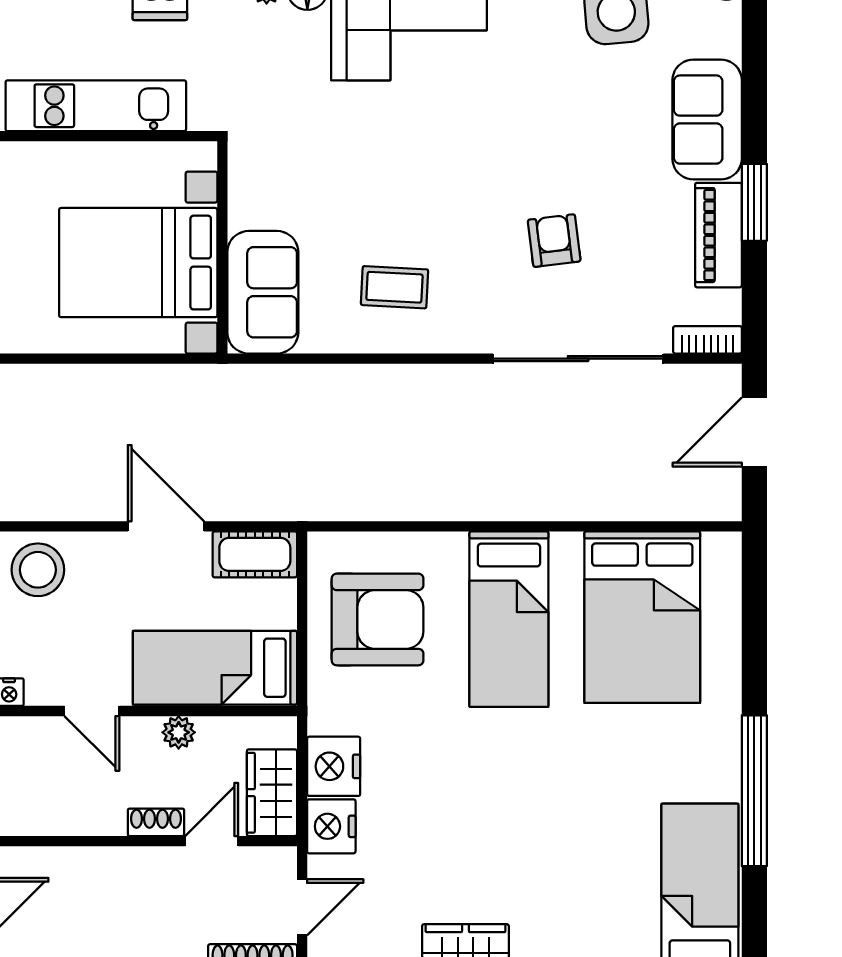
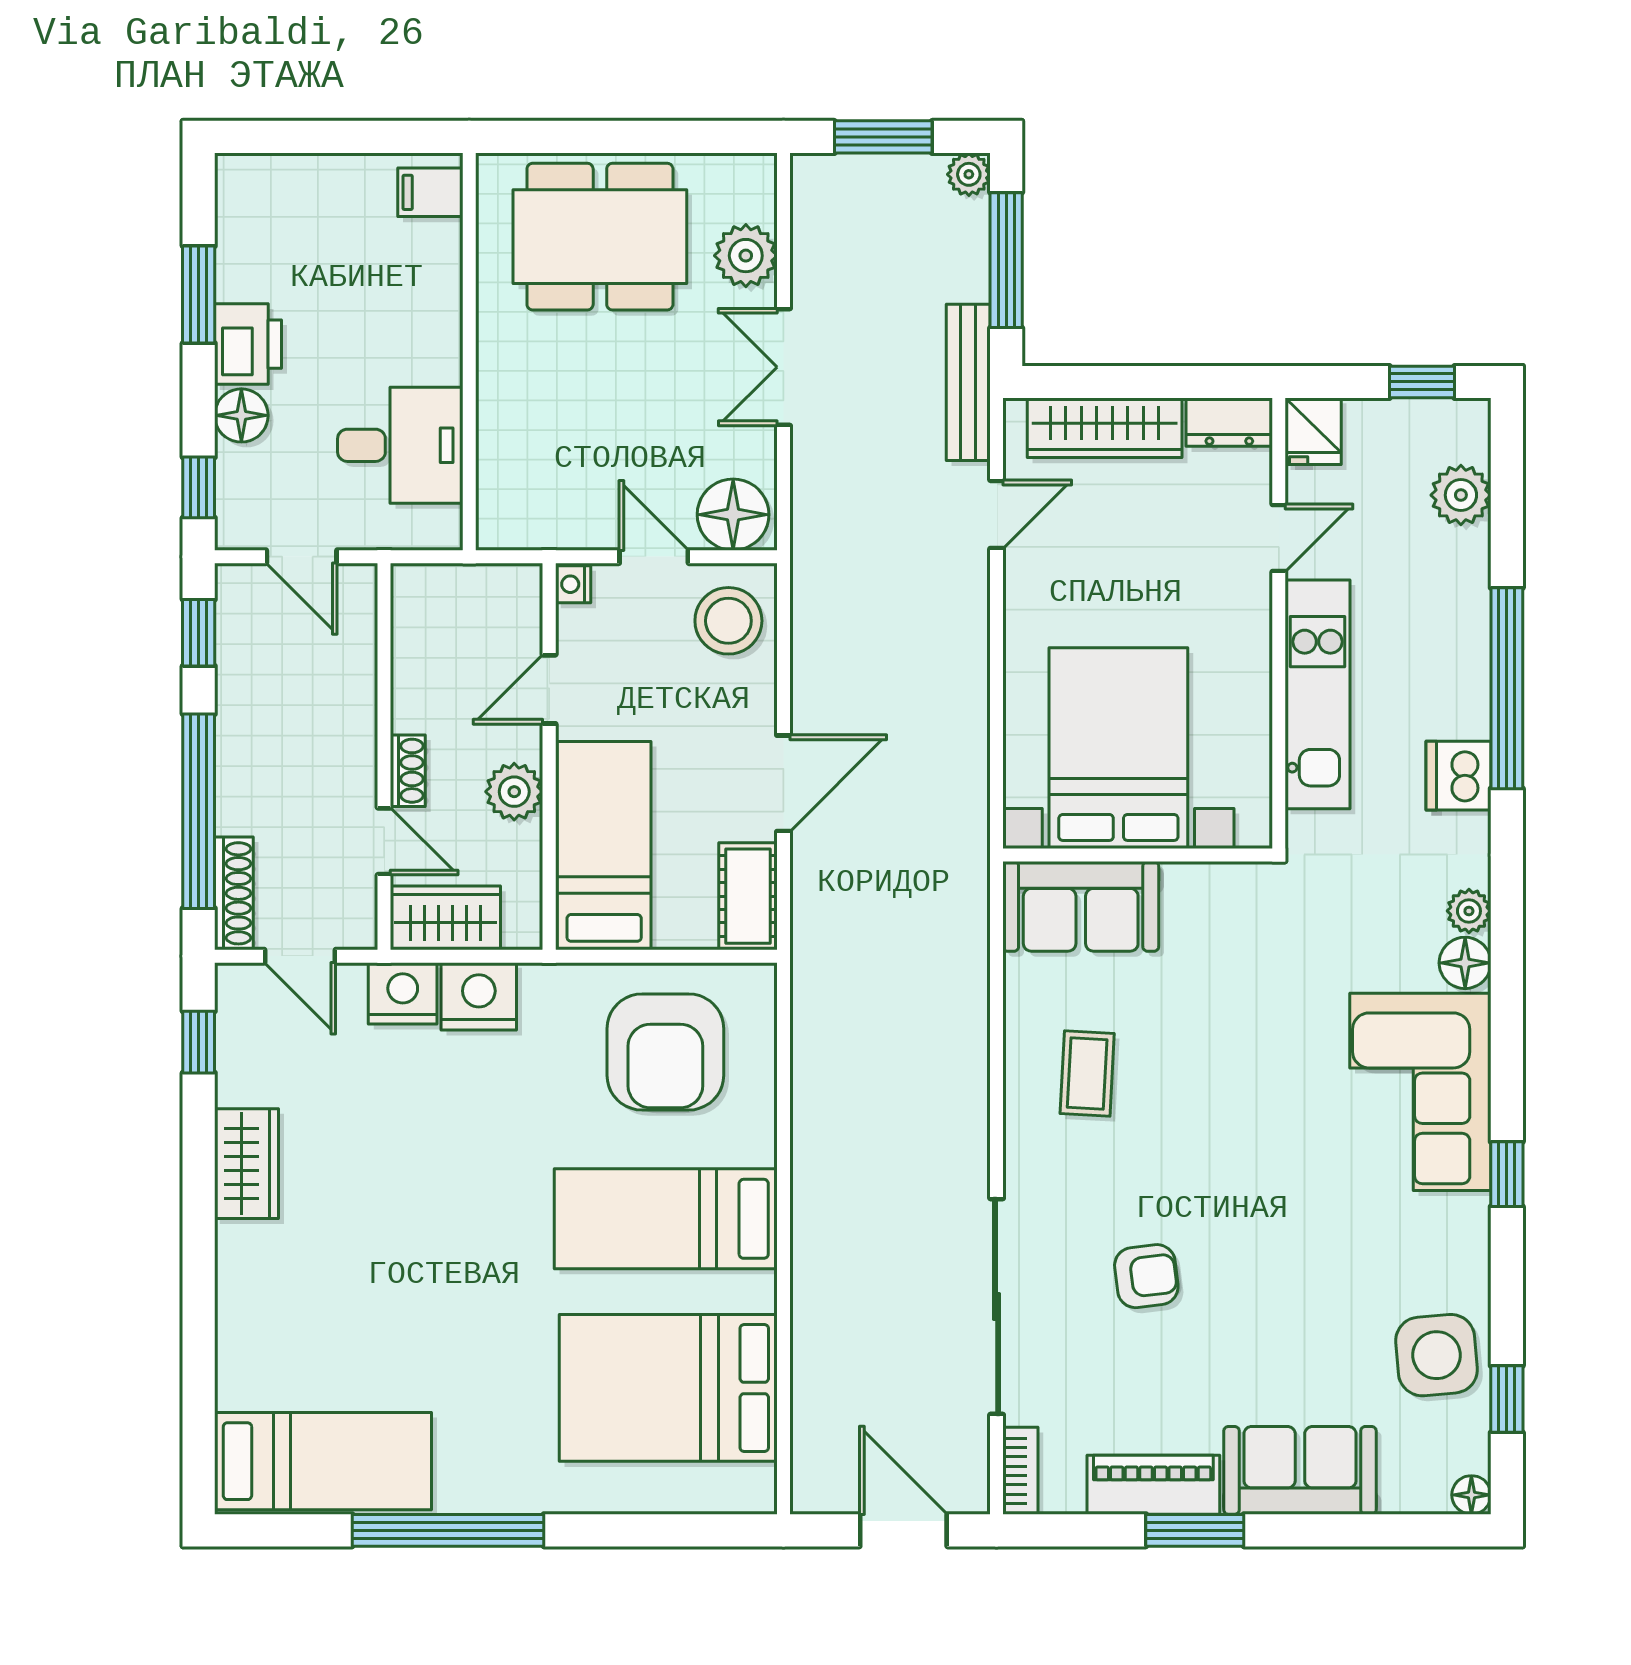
plant: (179, 732) -> (514, 792), width x1.38, depth x1.38

